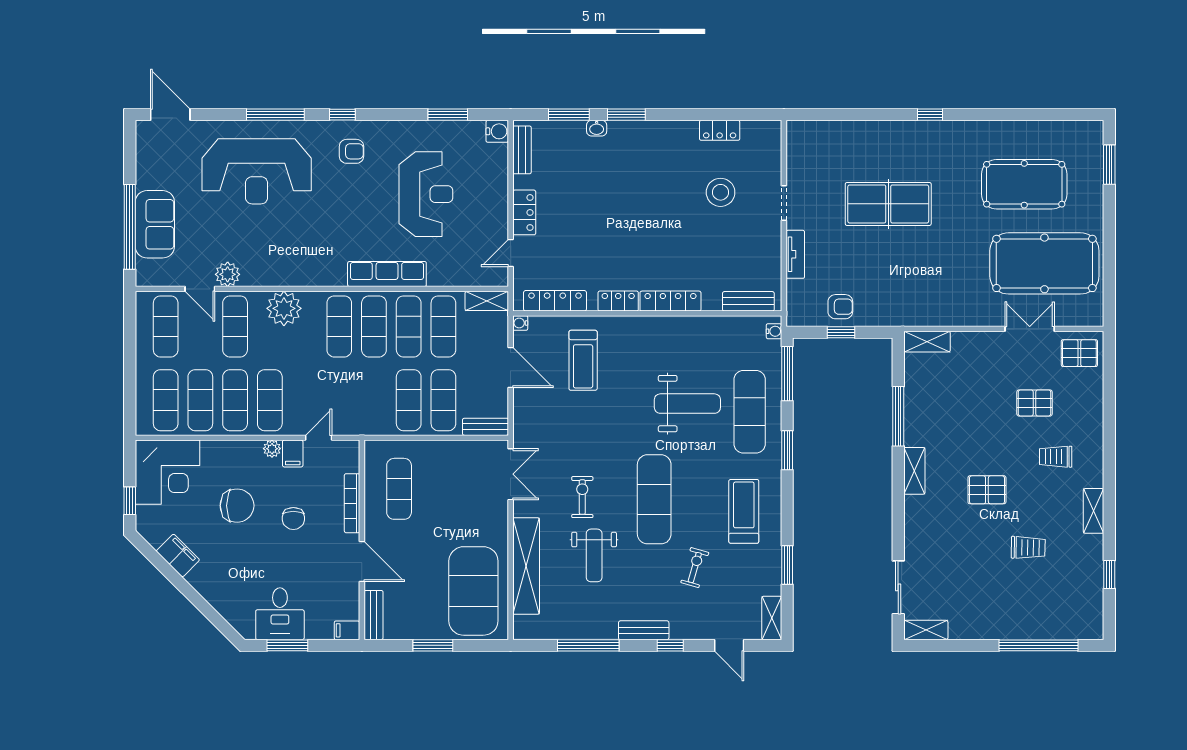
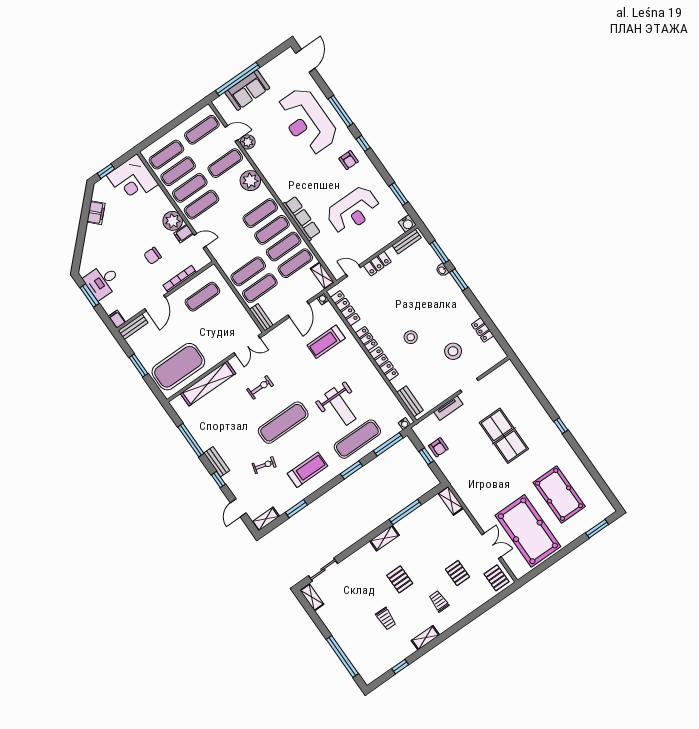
stool: (660, 238) -> (411, 337), added
door: (200, 289) -> (231, 134), swing flipped
plant: (272, 449) -> (173, 221), width x1.87, depth x1.87
chair: (237, 506) -> (140, 224), removed
weight bench: (594, 555) -> (236, 413), removed

